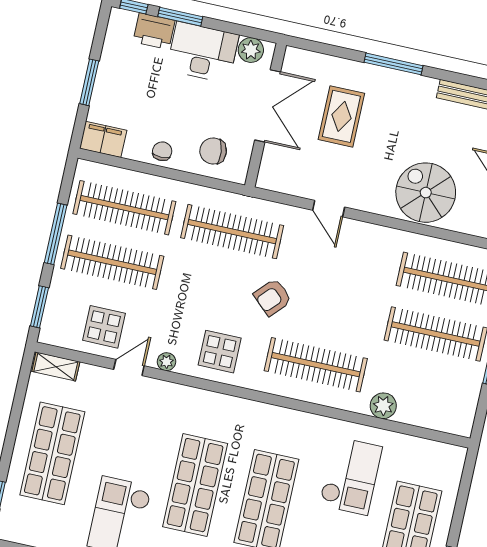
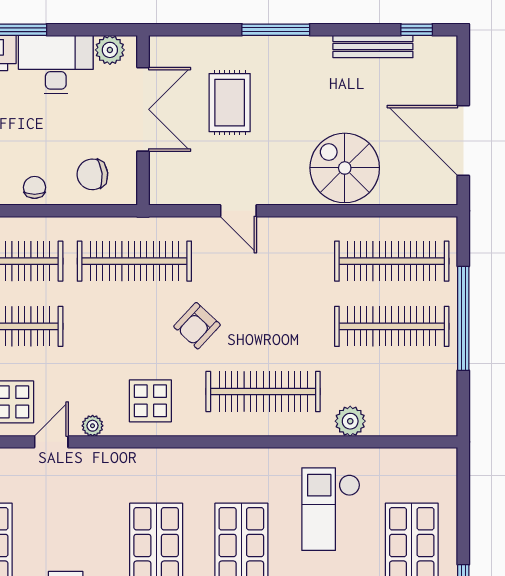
checkout: (351, 476) -> (331, 509), turned 180

